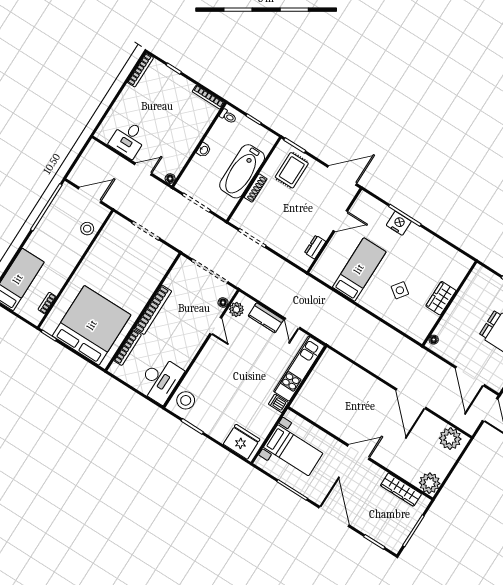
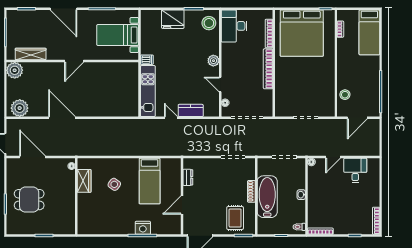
wardrobe: (441, 298) -> (84, 181), moved
plant: (236, 309) -> (213, 61), moved
fridge: (242, 442) -> (173, 19), moved

